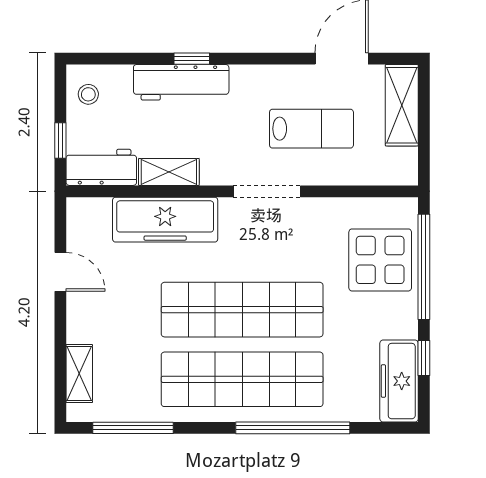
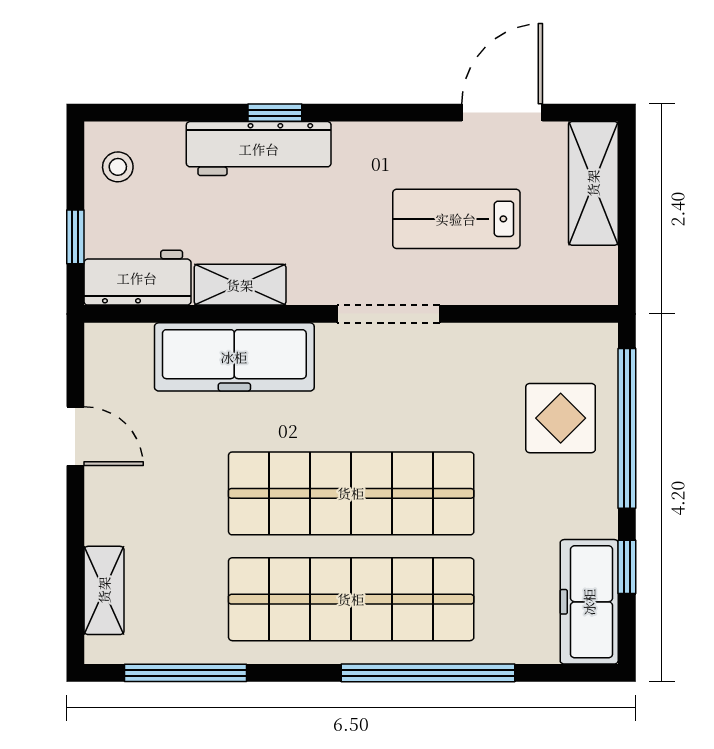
lab bench: (311, 129) -> (456, 219), turned 180
display table: (380, 260) -> (561, 418), width x0.73, depth x0.73

